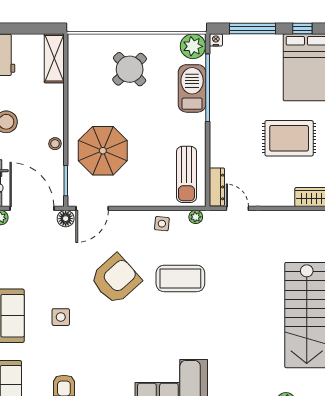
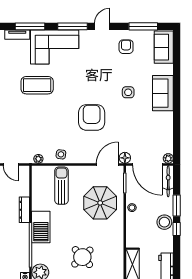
barbecue: (192, 88) -> (41, 227), moved
sun lounger: (186, 174) -> (61, 186), moved
dresser: (217, 187) -> (24, 210), moved
coffee table: (180, 278) -> (37, 85), moved
armchair: (116, 279) -> (92, 117), turned 132

